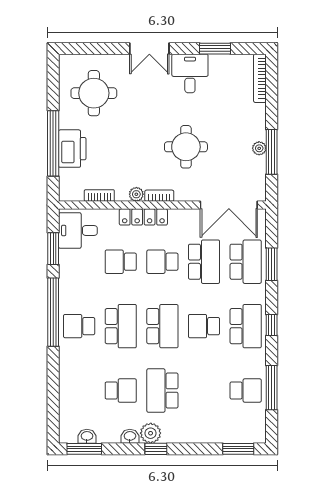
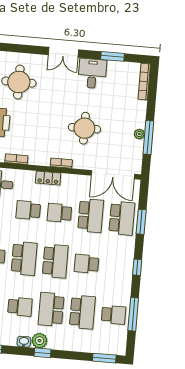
plant: (136, 194) -> (44, 161), removed
locker: (143, 217) -> (48, 178), width x0.66
school desk: (246, 326) -> (82, 312), moved

